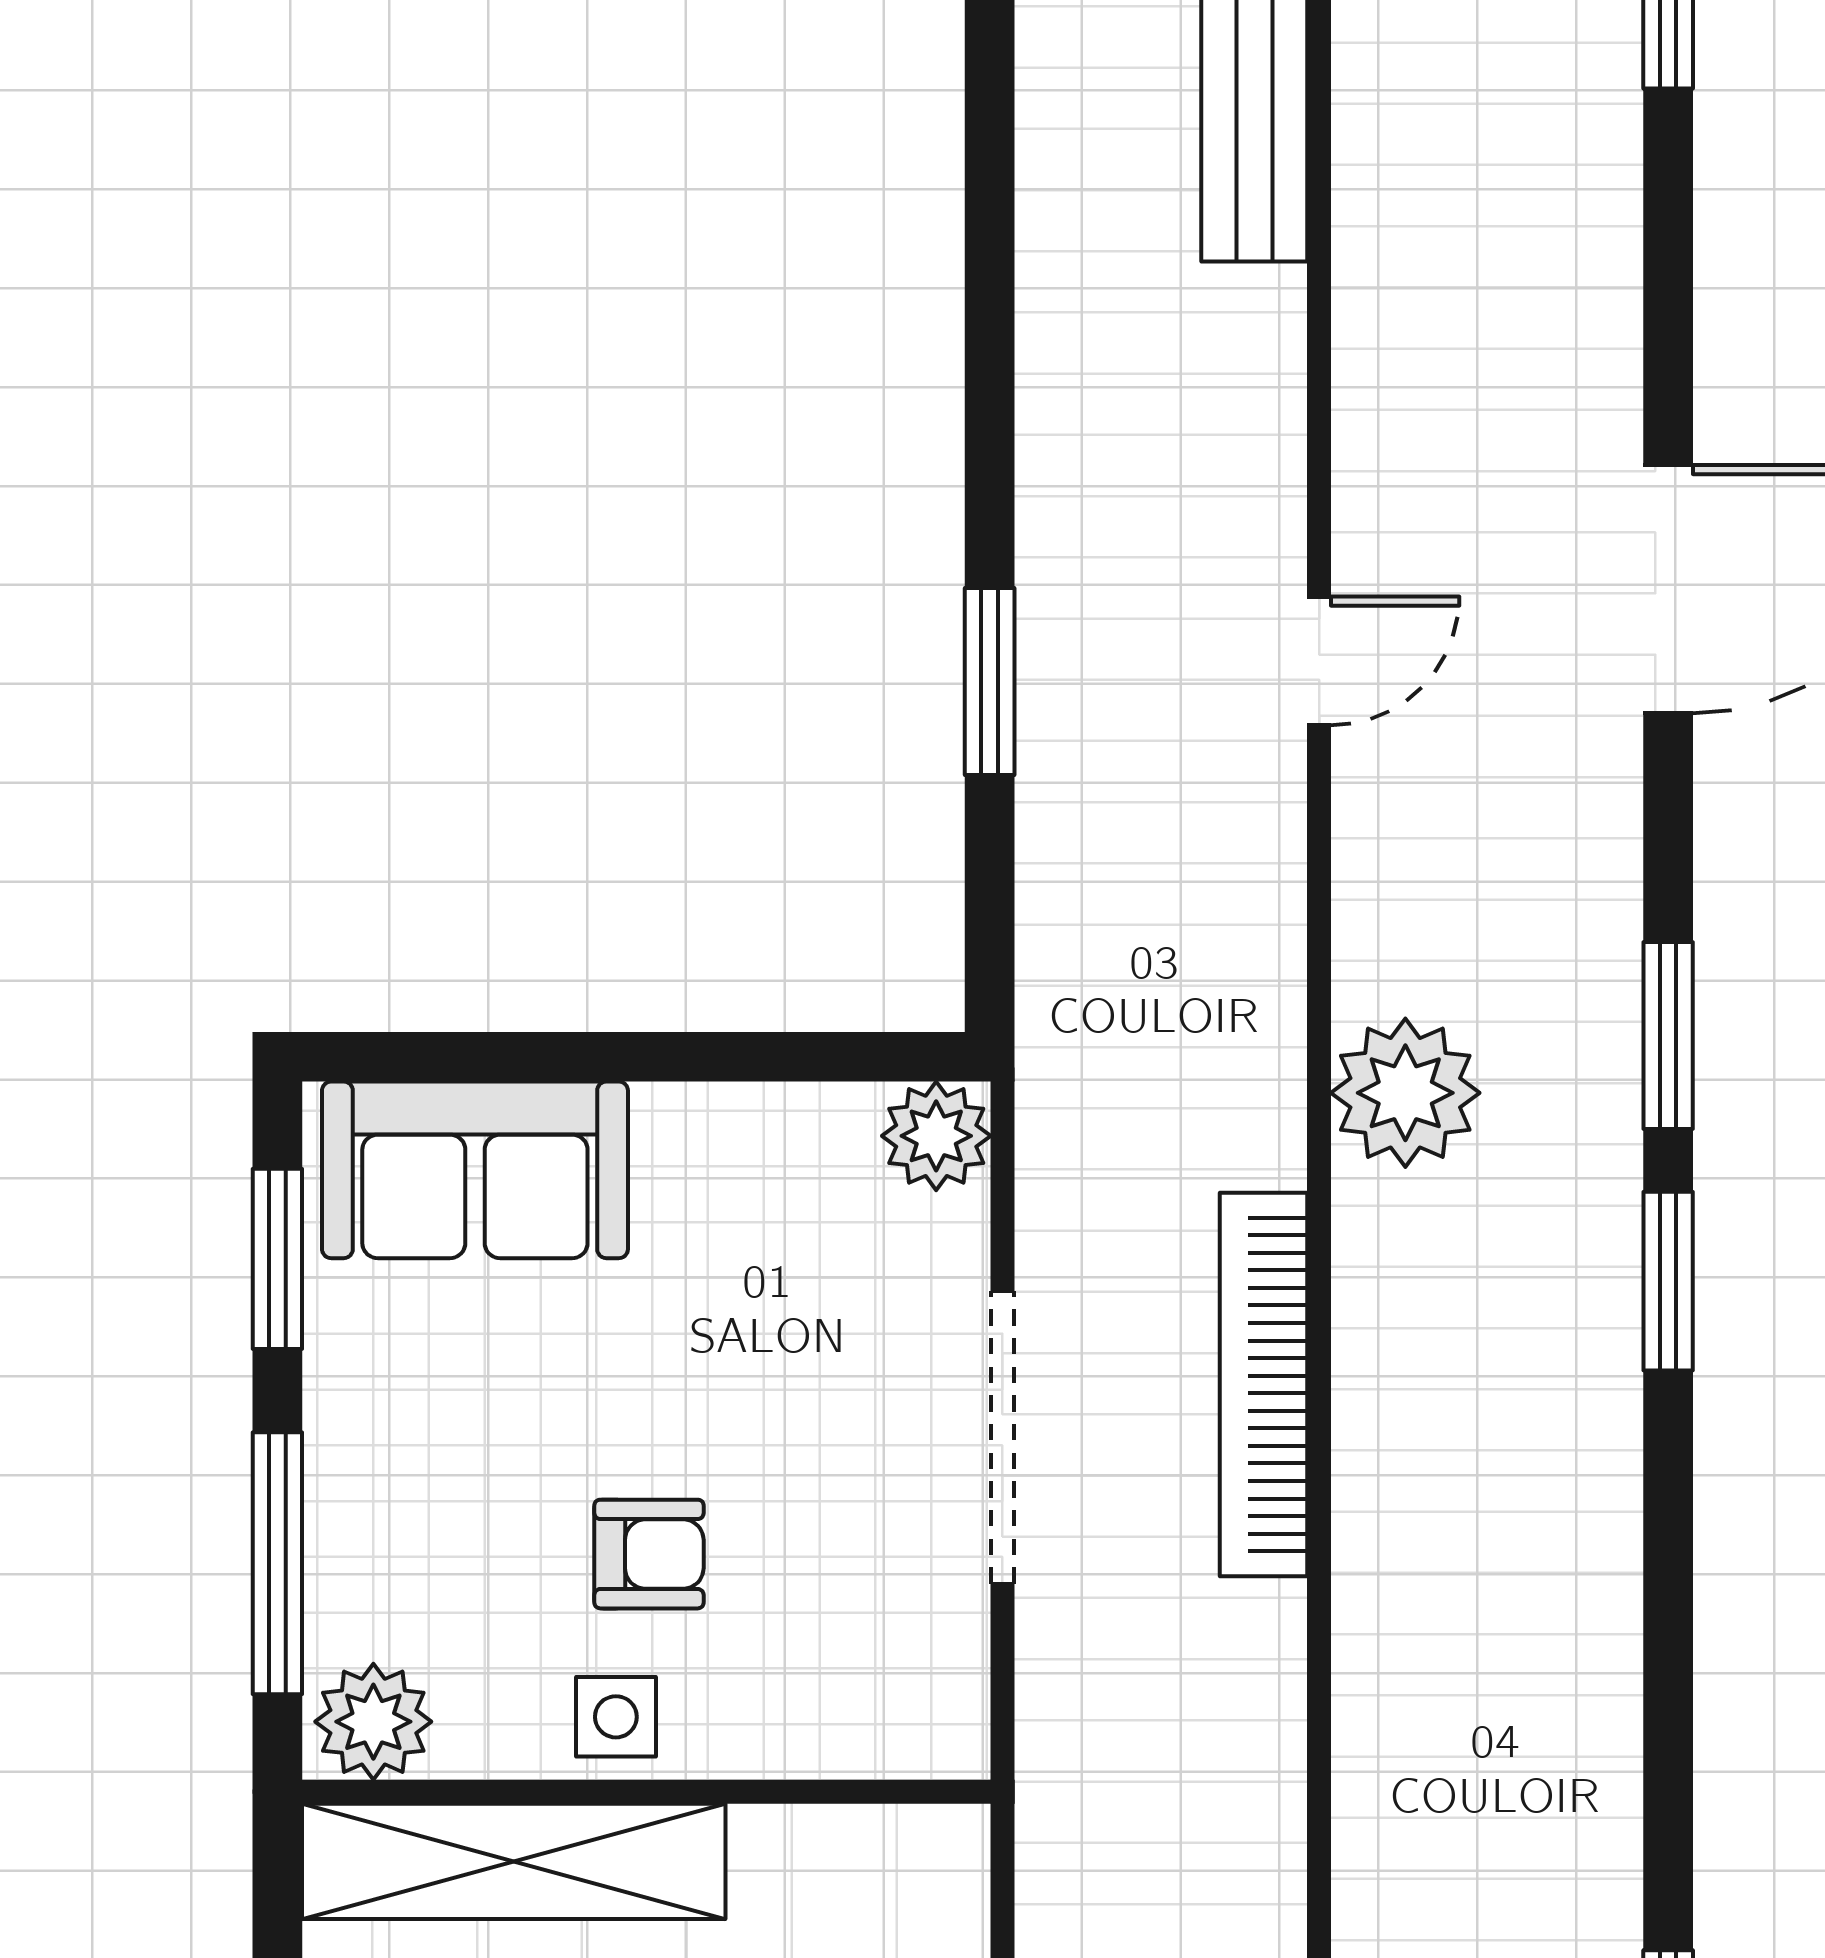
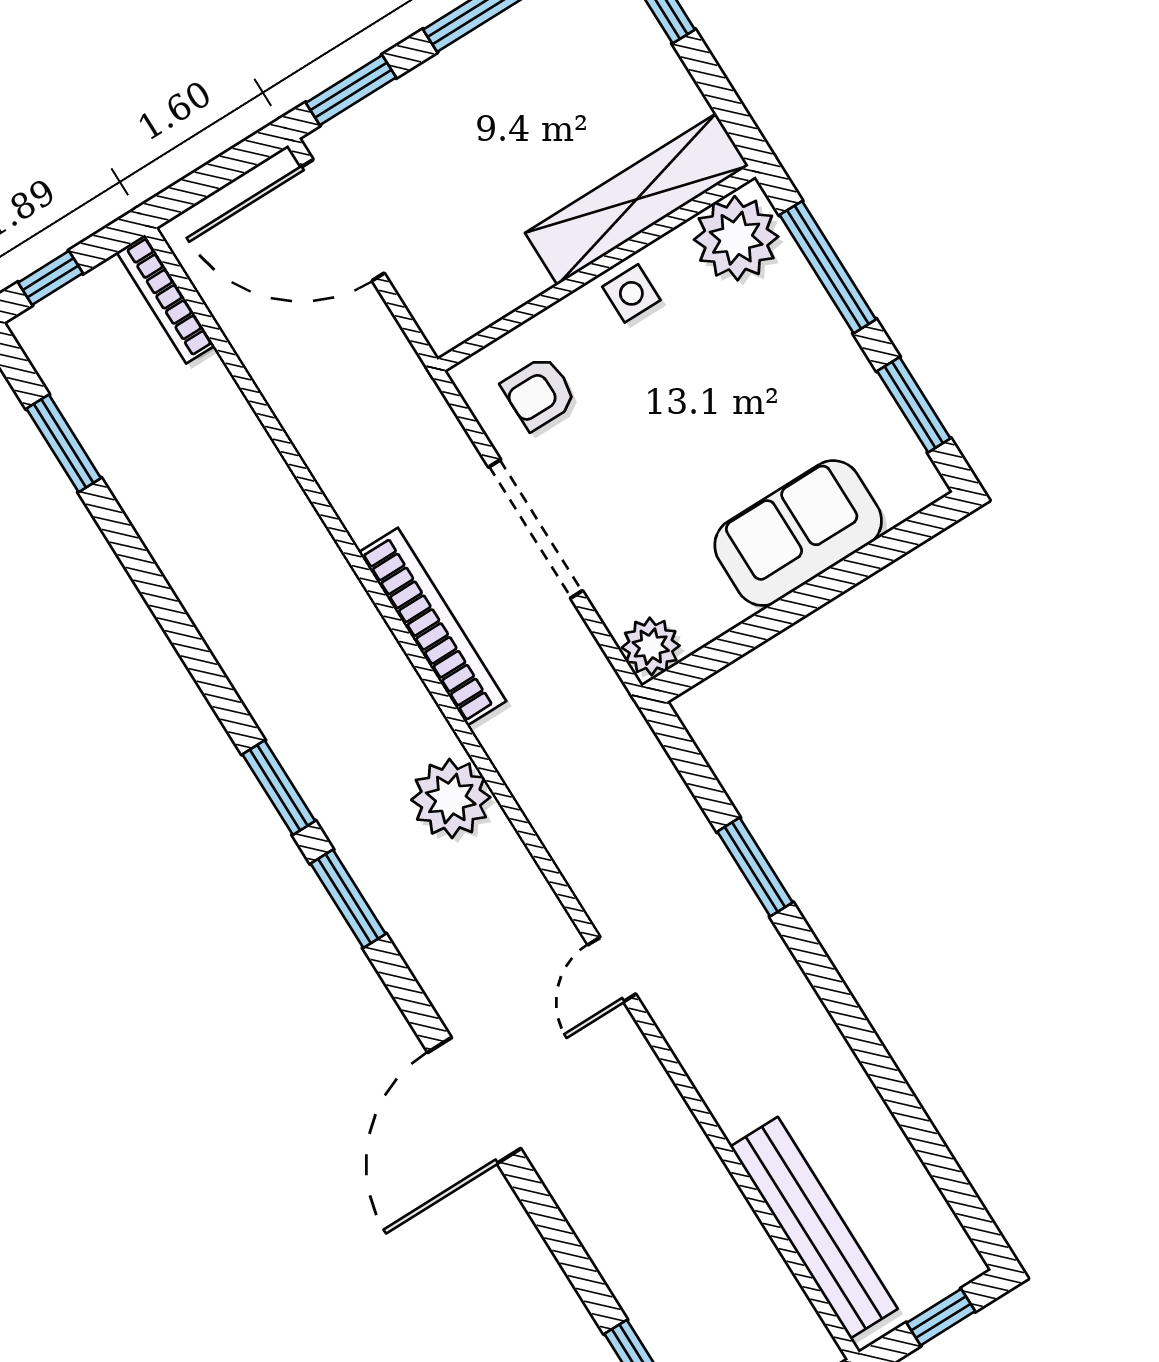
sofa: (475, 1170) -> (798, 533), moved
armchair: (649, 1554) -> (539, 393), moved
plant: (373, 1722) -> (736, 238), width x1.36, depth x1.36

